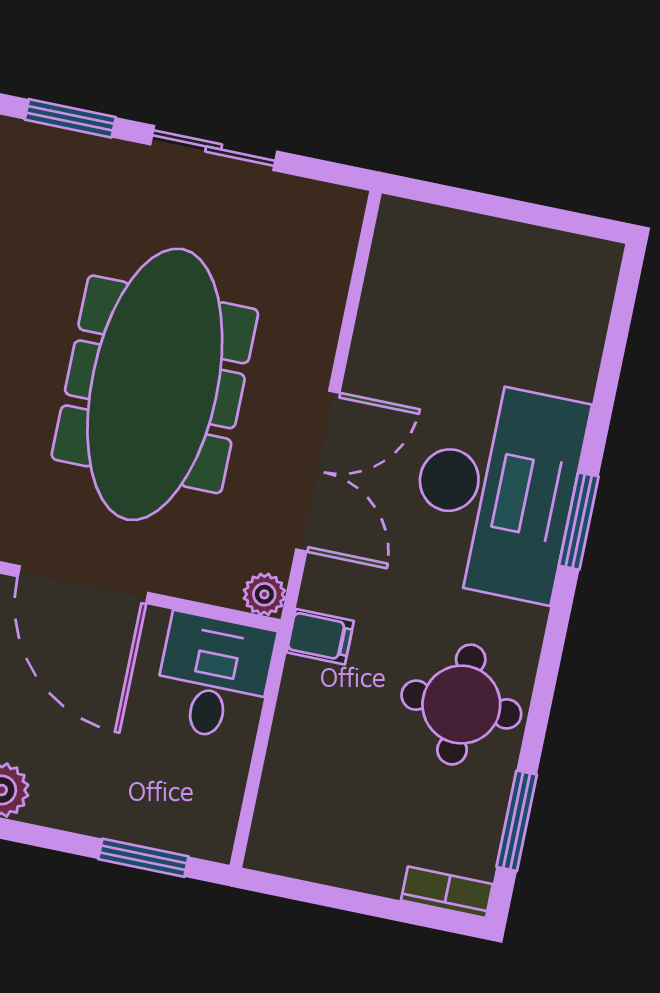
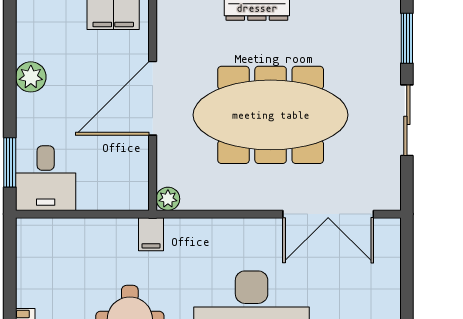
double door: (318, 471) -> (328, 214), moved
desk: (214, 677) -> (46, 178), moved, turned 90

